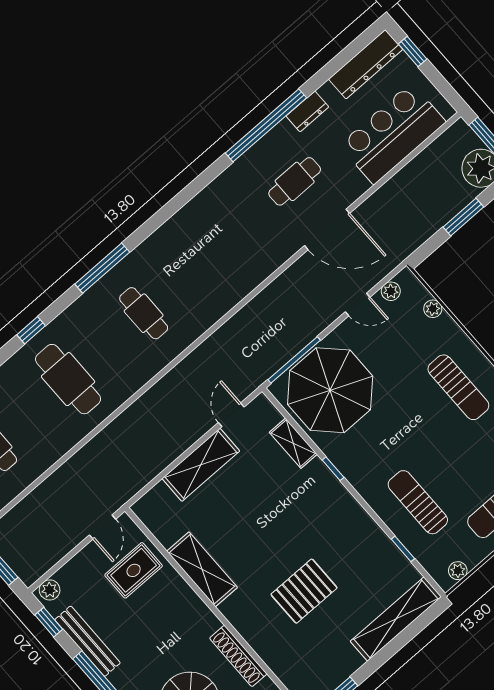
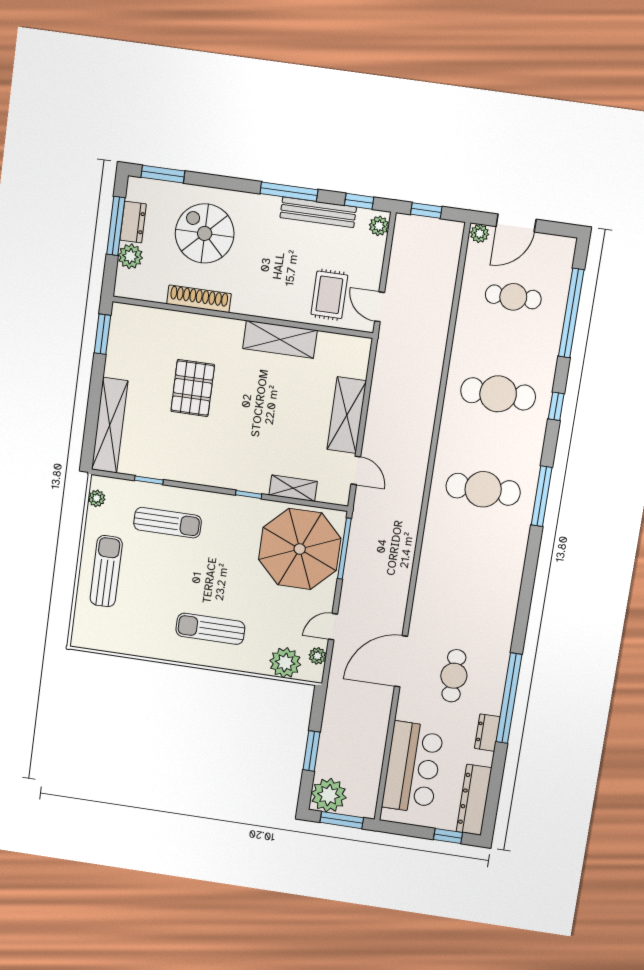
plant: (433, 309) -> (285, 663), width x1.87, depth x1.87
cafe table: (144, 313) -> (483, 489), width x1.37, depth x1.35

